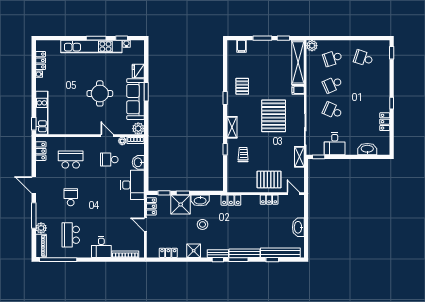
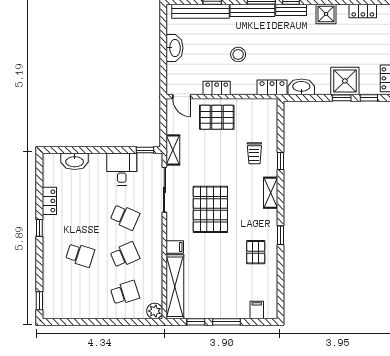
school desk: (363, 58) -> (80, 255), moved
washbasin: (200, 200) -> (301, 87), moved
stool: (202, 224) -> (238, 54), moved

